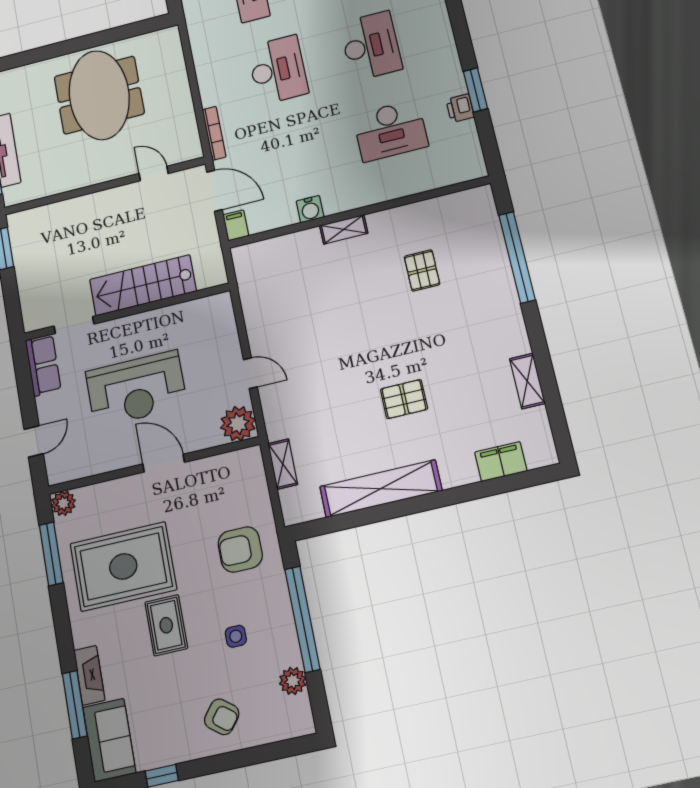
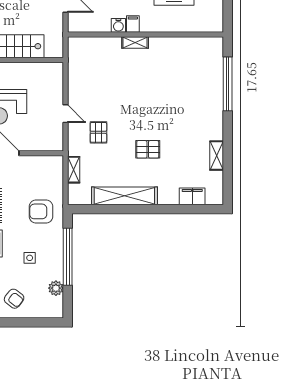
filing cabinet: (236, 225) -> (133, 24), moved
pallet: (422, 270) -> (98, 132), moved
plant: (238, 424) -> (53, 141), removed

